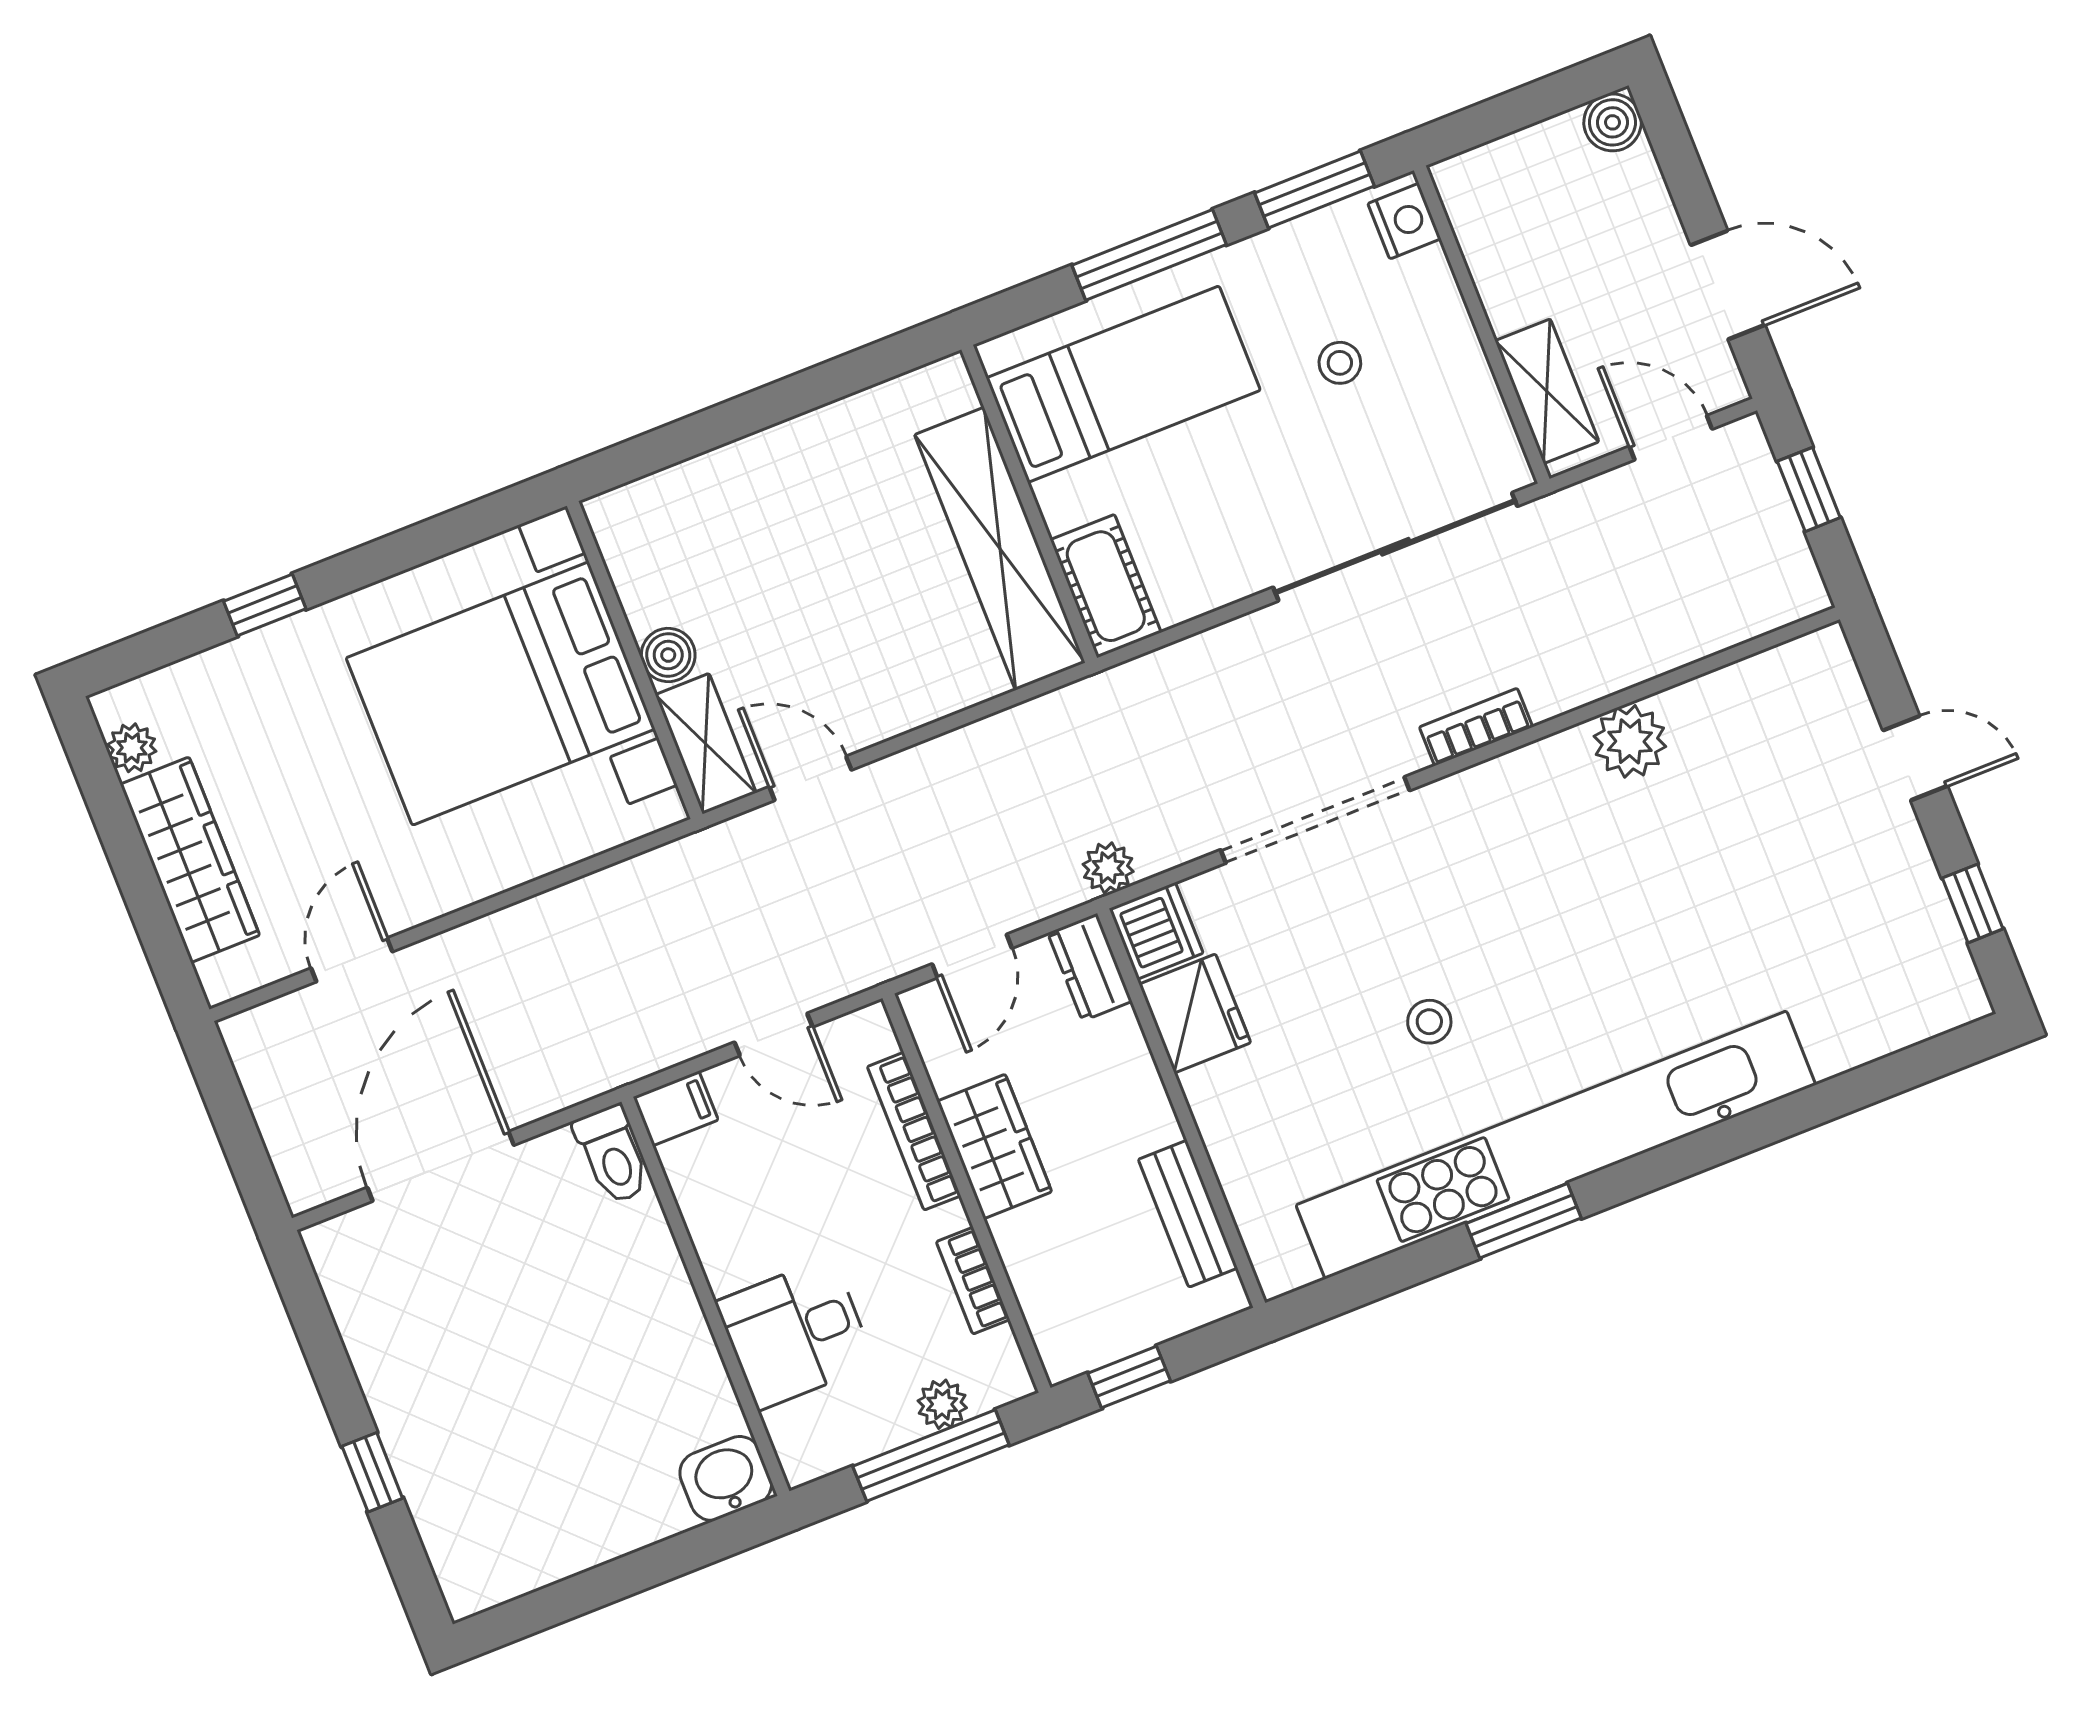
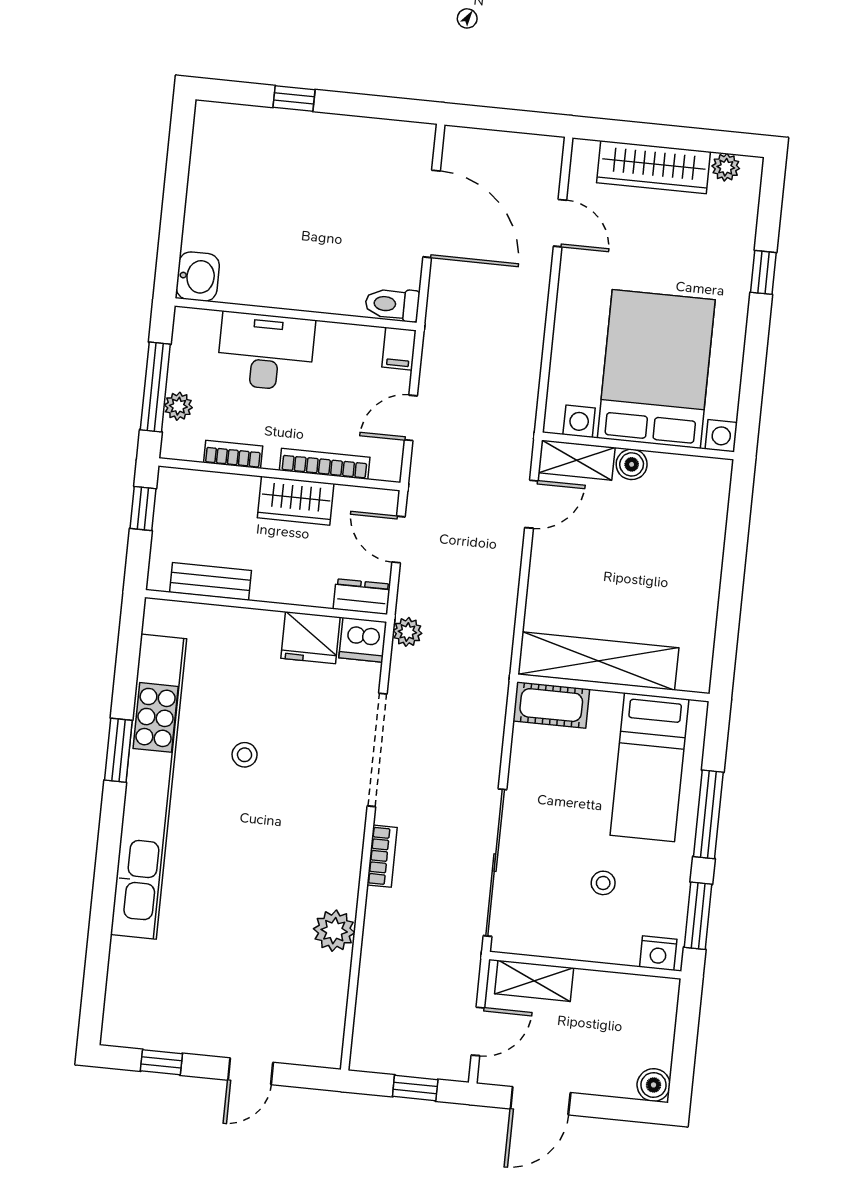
desk: (795, 1333) -> (266, 352), width x1.37

